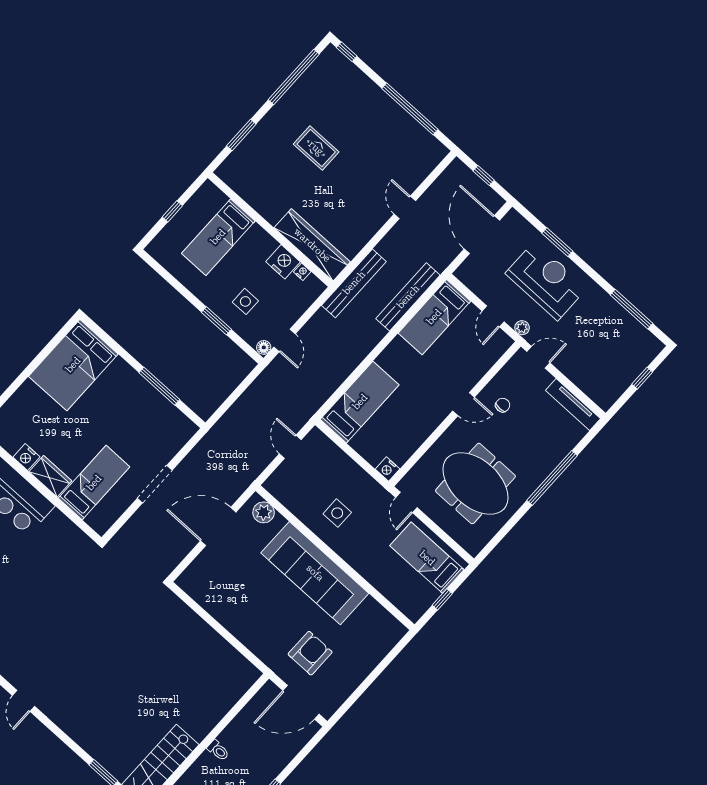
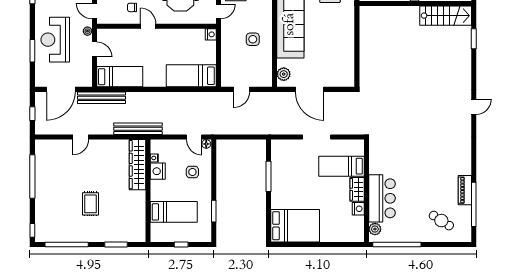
bench: (408, 297) -> (102, 98), moved
door: (493, 316) -> (94, 49), hinge flipped
window: (216, 321) -> (214, 211), moved
door: (285, 340) -> (194, 137), swing flipped

